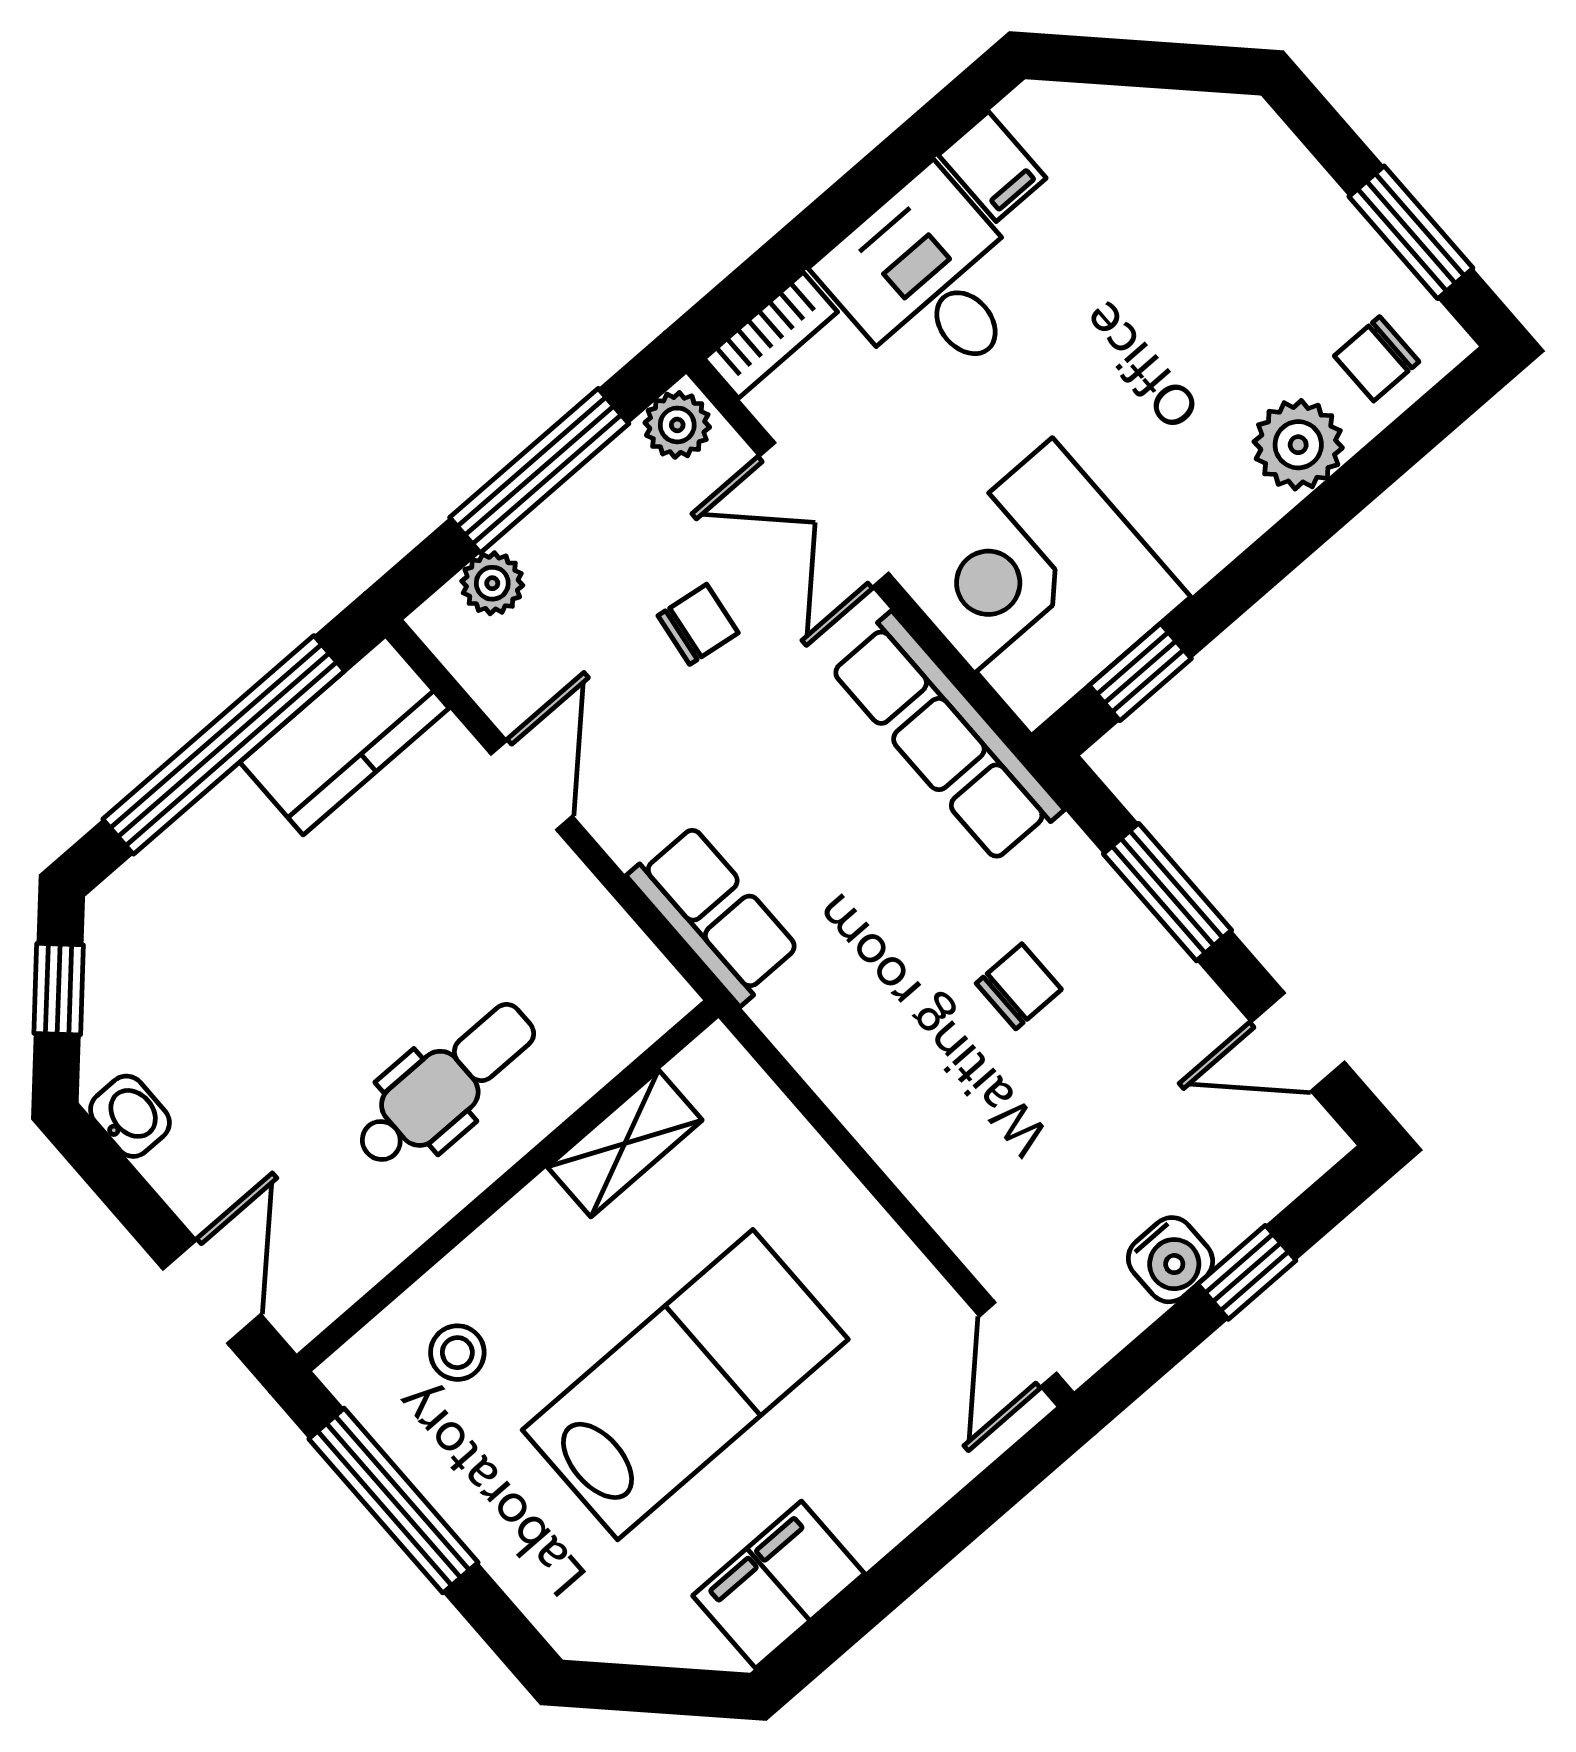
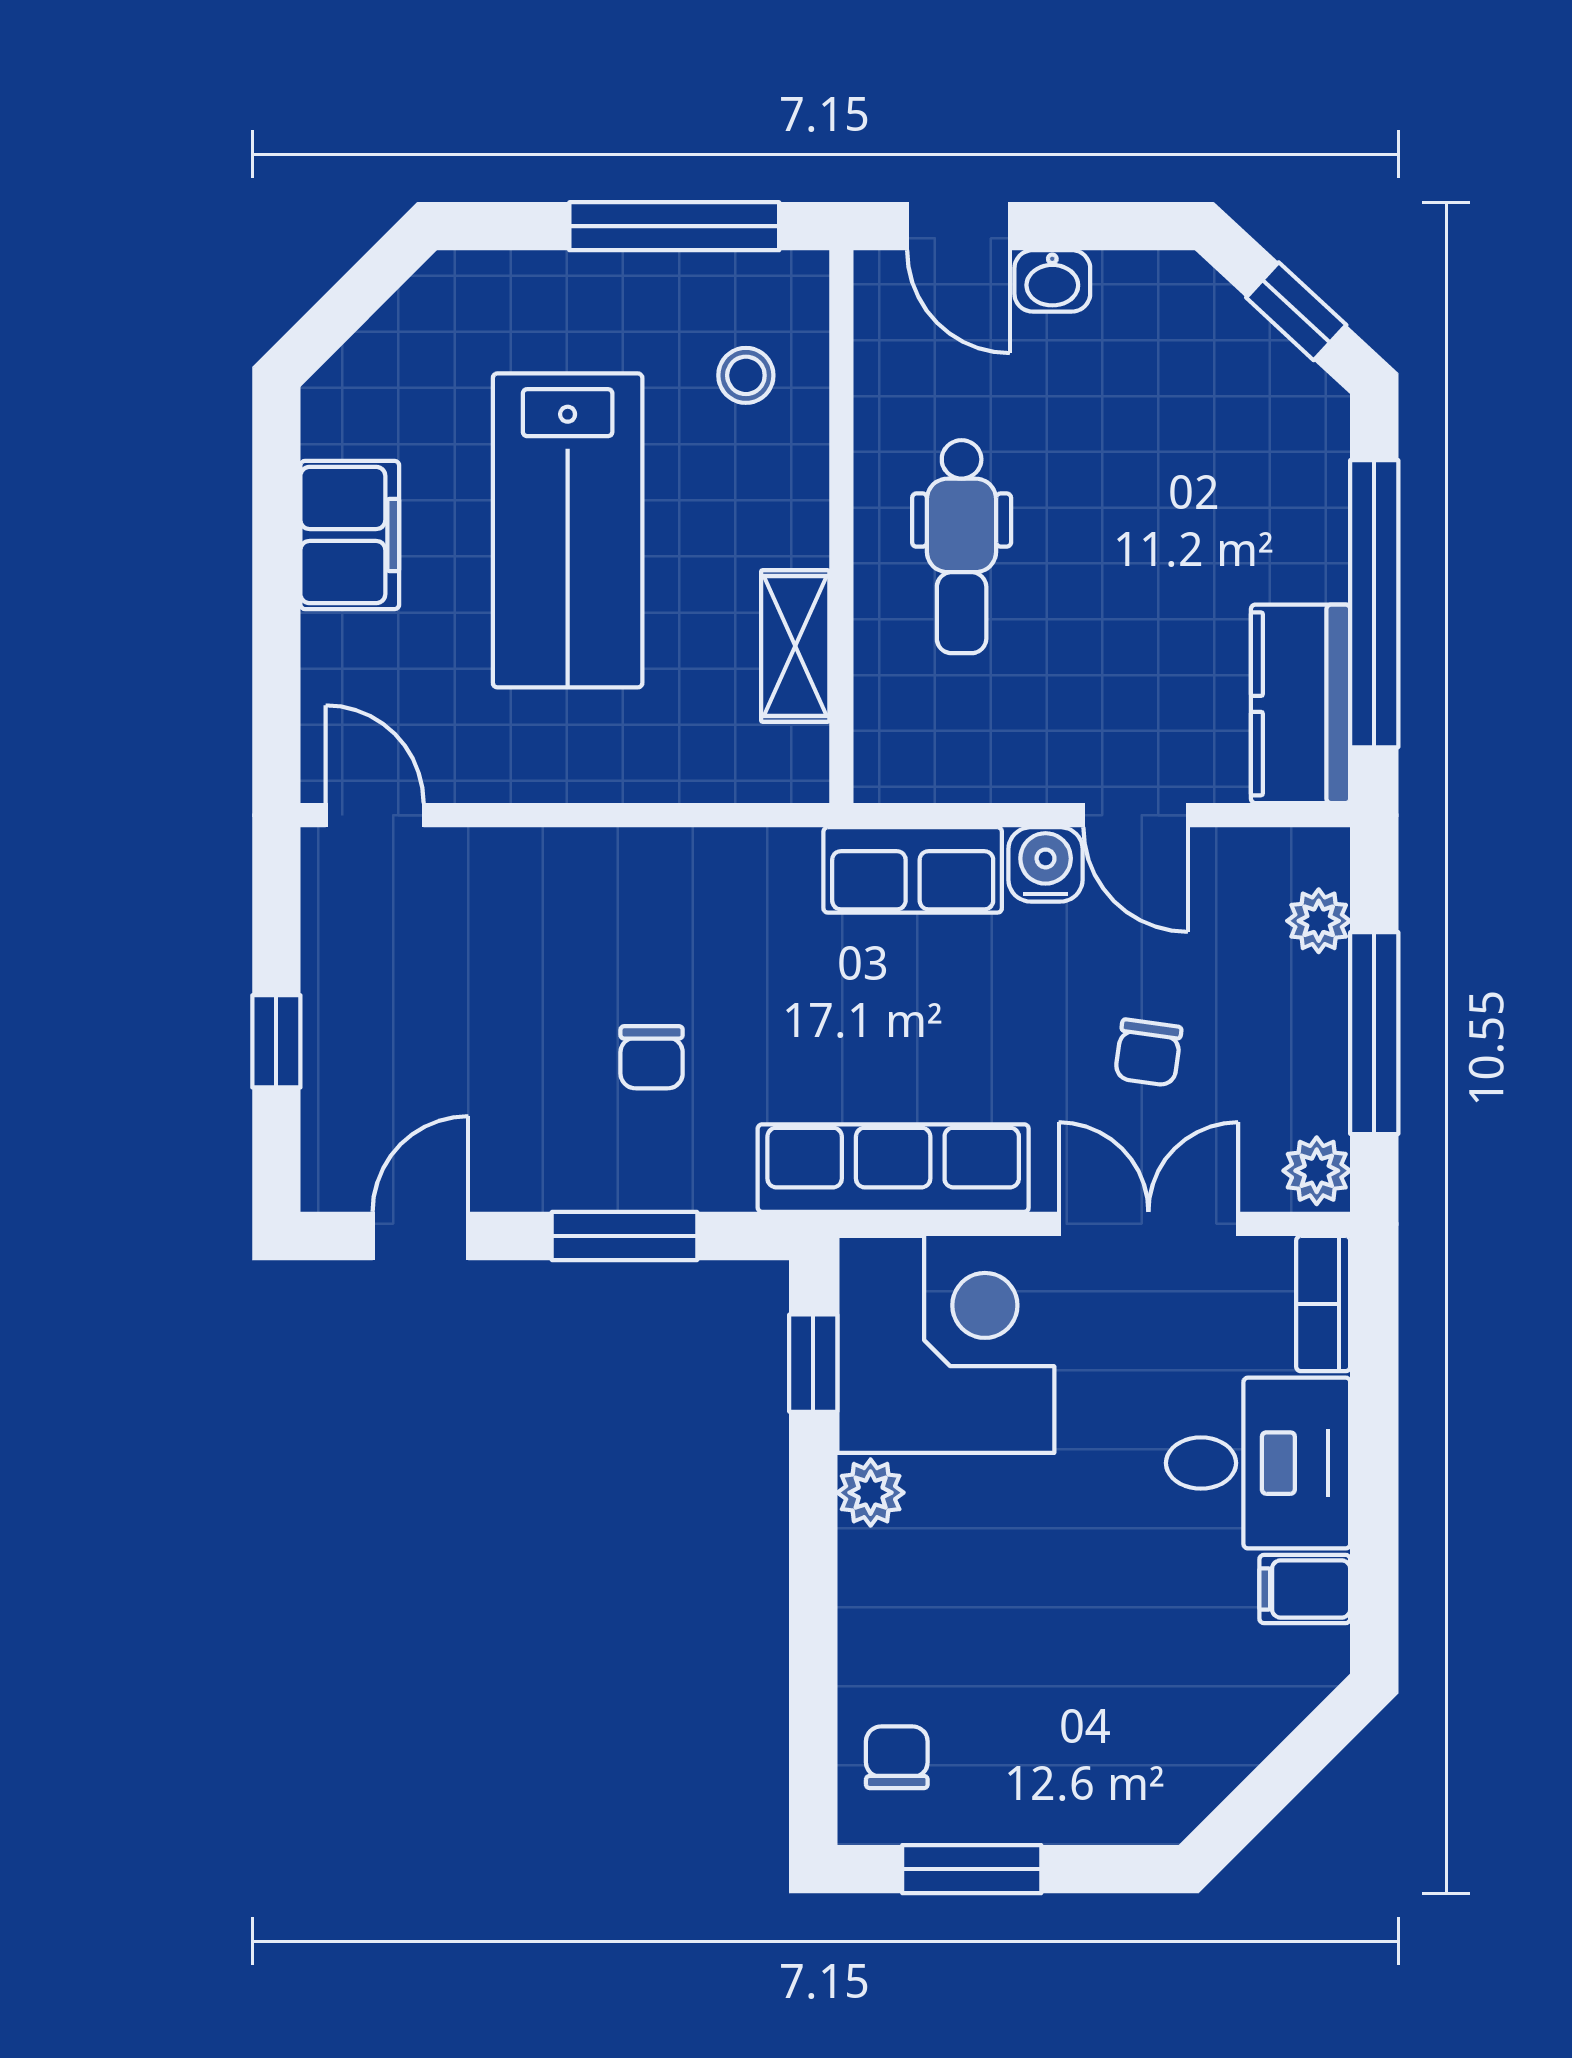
plant: (1298, 445) -> (871, 1493), moved, width x0.73, depth x0.73
washbasin: (130, 1116) -> (1052, 281), moved
water cooler: (1170, 1260) -> (1046, 864), moved, turned 90
filing cabinet: (778, 1585) -> (350, 535), moved

